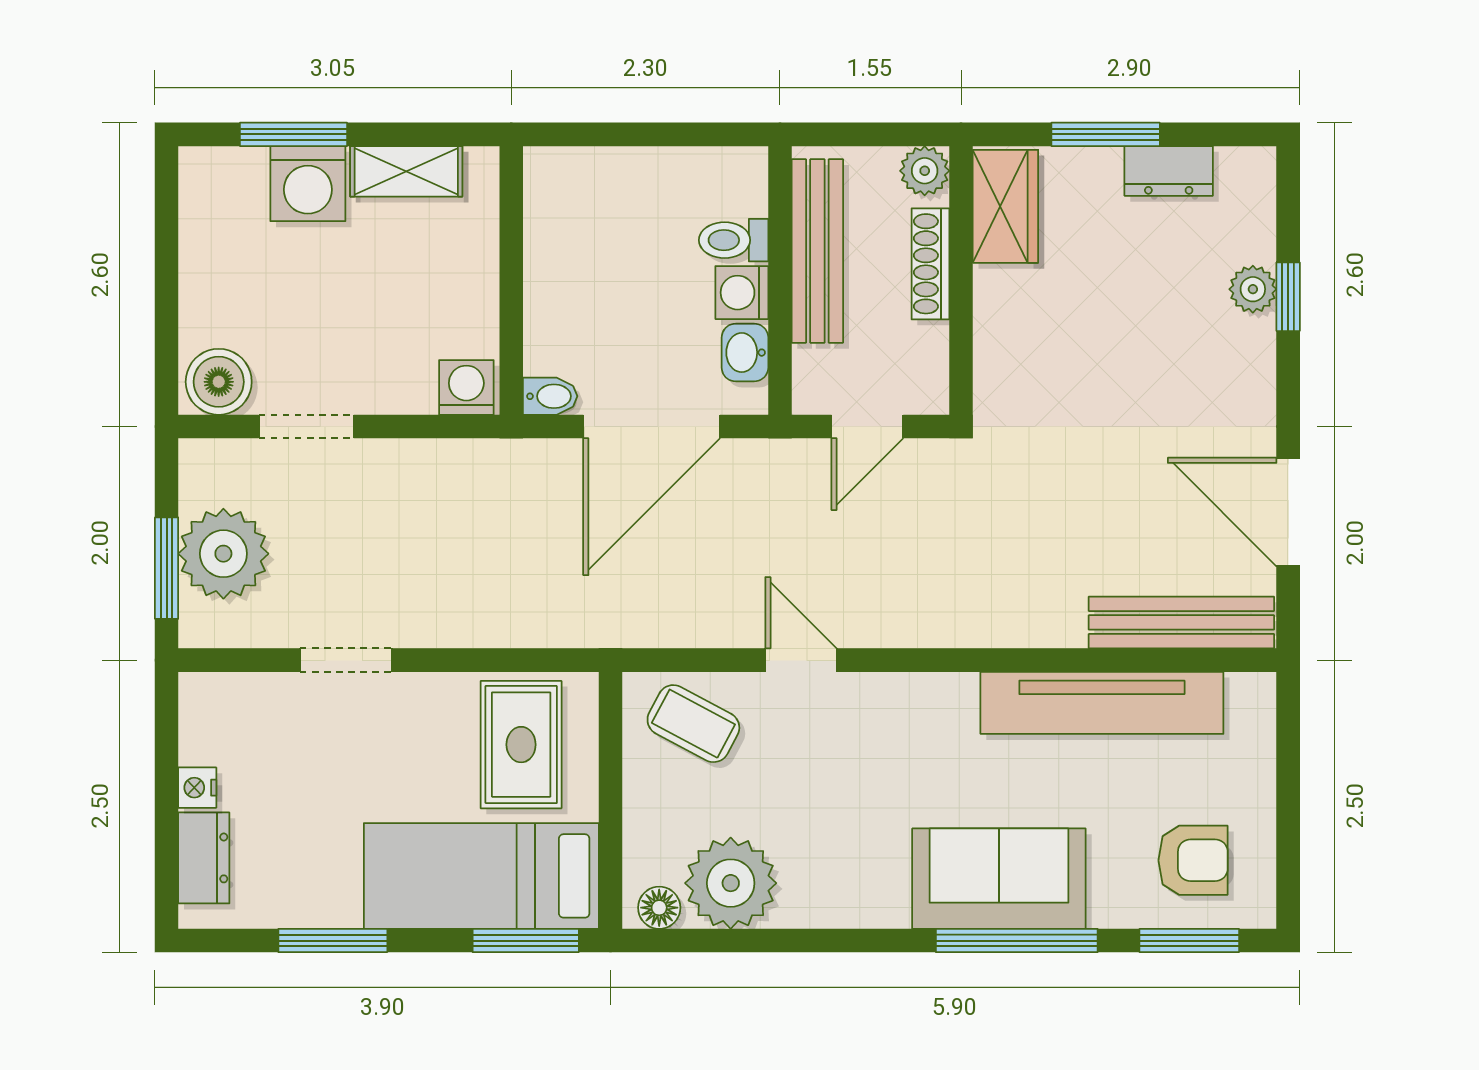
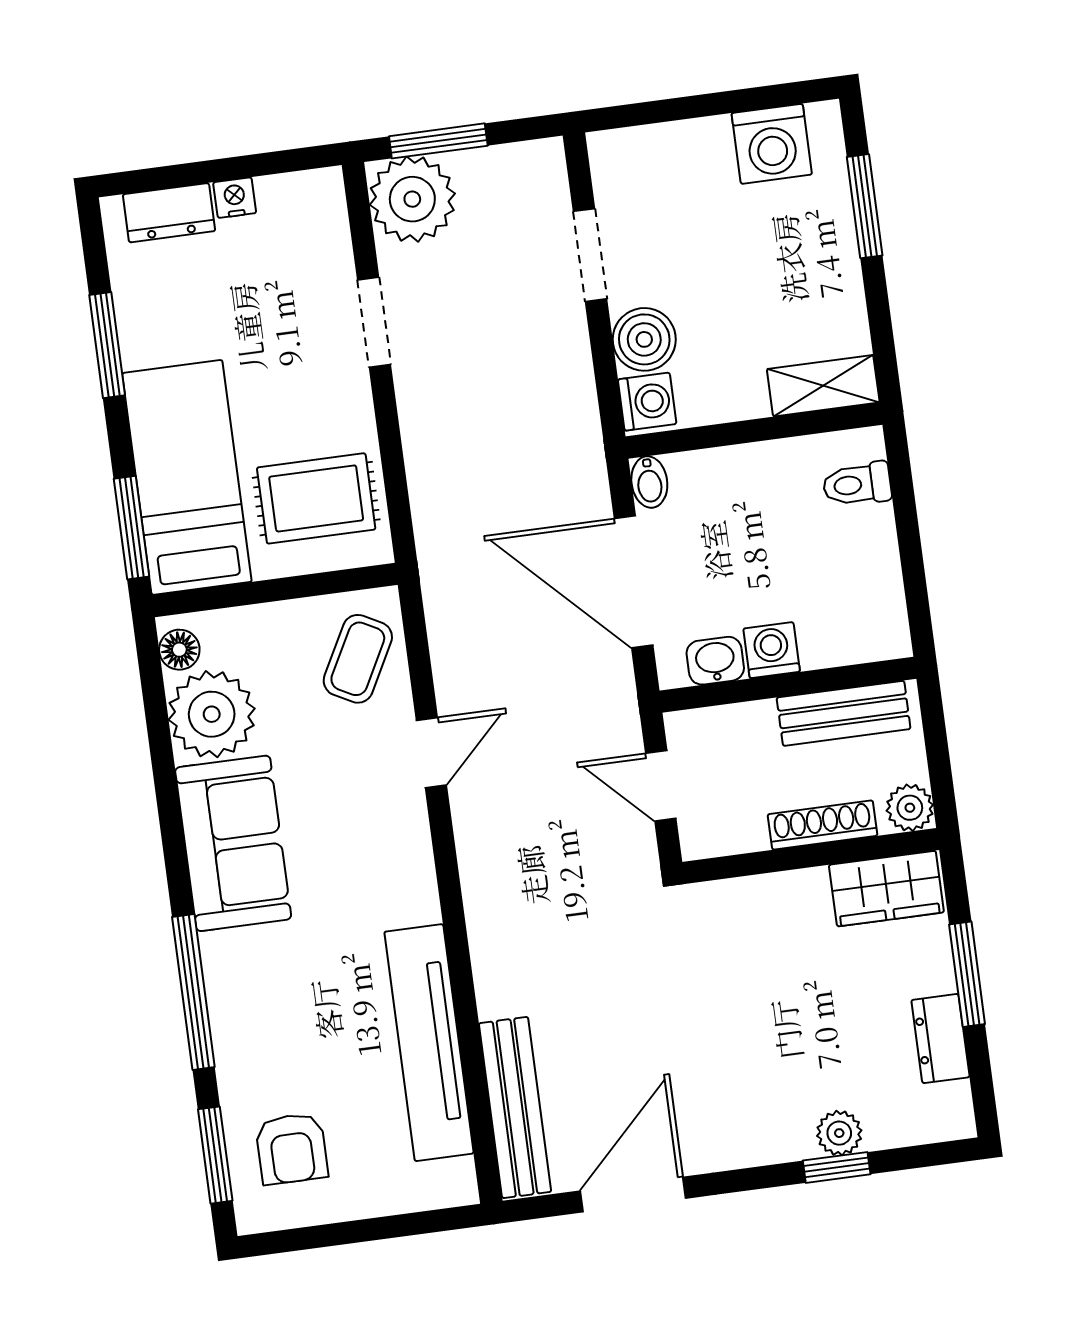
shelving: (406, 171) -> (823, 386), moved, turned 90
washing machine: (308, 184) -> (772, 144), moved, turned -90
toilet: (734, 240) -> (857, 484), moved, turned -90
bench: (817, 251) -> (844, 713), width x0.73
boiler: (219, 382) -> (644, 339), moved
plant: (223, 554) -> (412, 199), moved
sofa: (999, 879) -> (233, 843), moved

